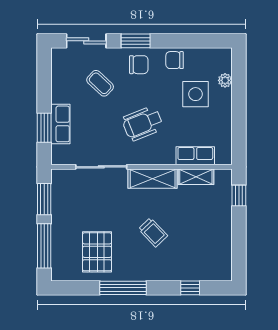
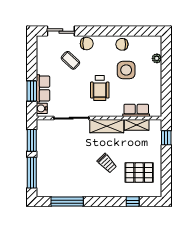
window: (136, 41) -> (95, 31), removed
chair: (139, 65) -> (87, 44), moved
side table: (196, 94) -> (126, 70), moved
wheelchair: (143, 123) -> (100, 88), turned -68
water cooler: (59, 153) -> (42, 108), added
pallet: (97, 252) -> (139, 173), moved, turned 90
window: (123, 288) -> (67, 202), moved

